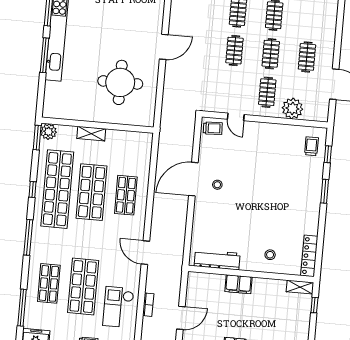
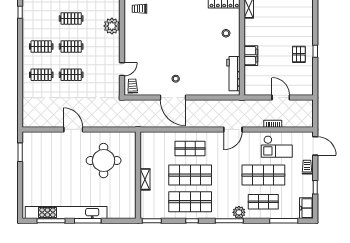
clothes rail: (267, 92) -> (101, 47), removed
plant: (49, 132) -> (239, 212), moved
shop shelf: (57, 189) -> (190, 202), width x0.71

